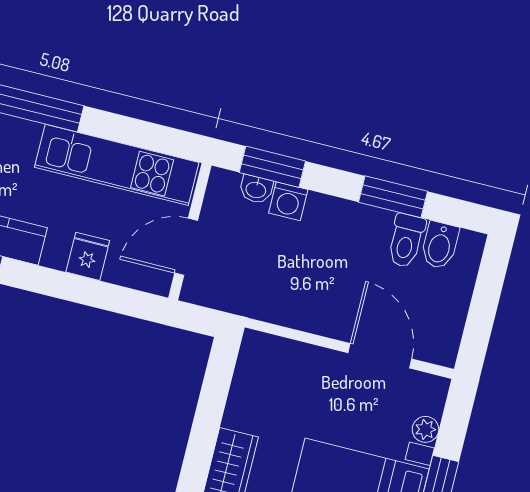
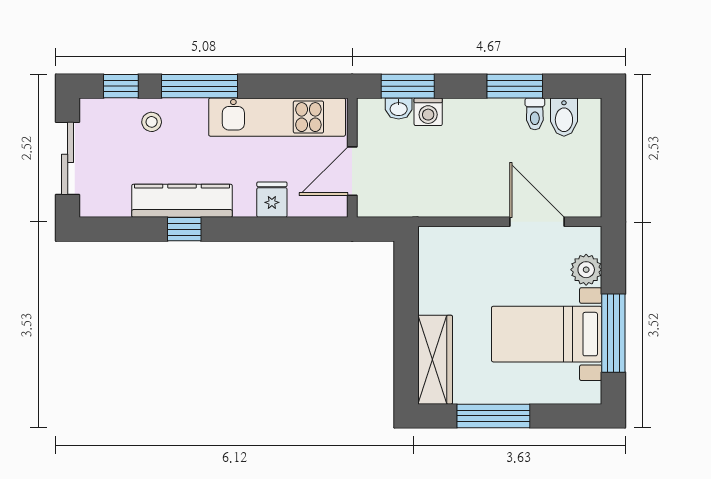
toilet: (406, 241) -> (535, 114), width x0.73, depth x0.72
plant: (425, 429) -> (586, 270), width x1.38, depth x1.38

